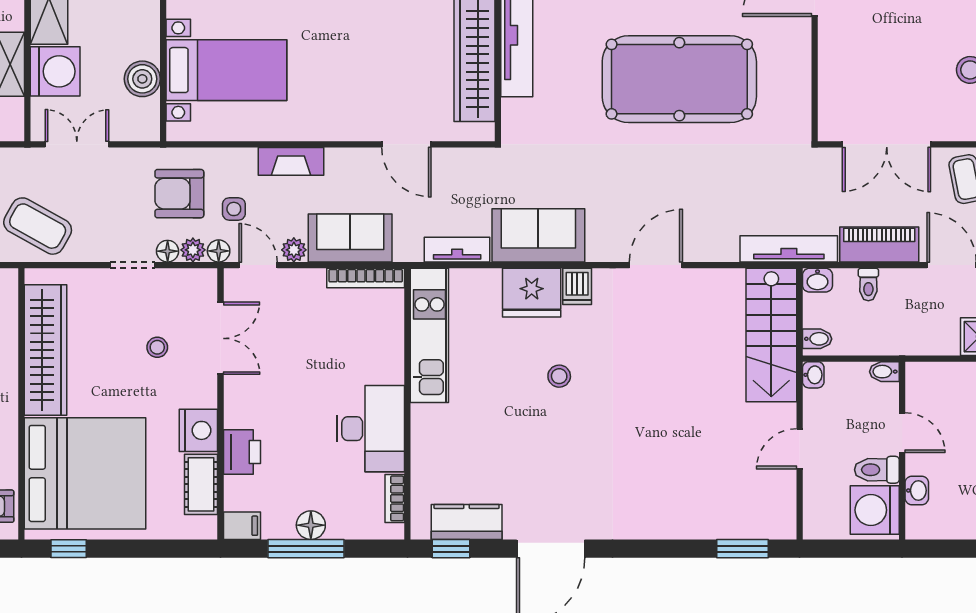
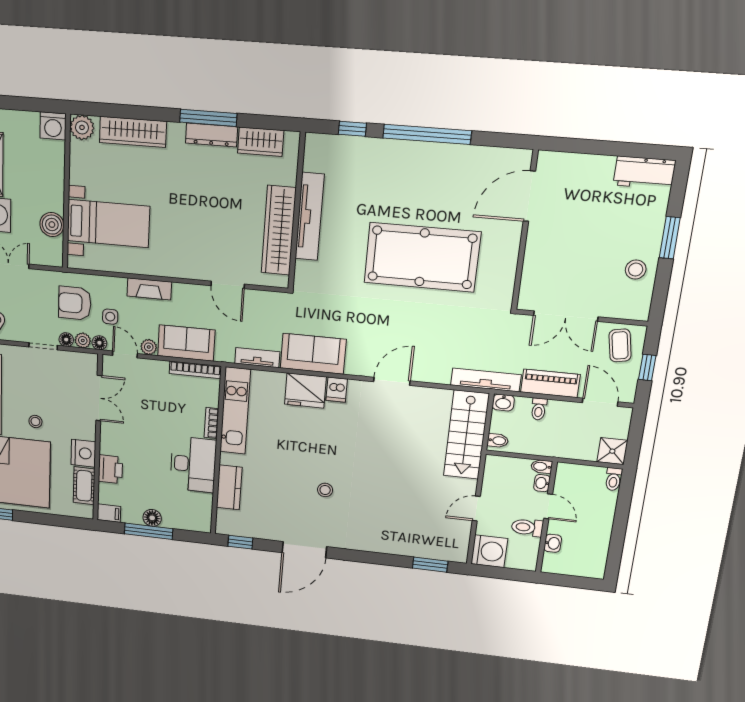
stool: (157, 347) -> (35, 422), moved
washbasin: (813, 375) -> (542, 483), moved, turned 180
stool: (559, 376) -> (325, 490), moved
bookcase: (395, 498) -> (211, 423), moved
washing machine: (875, 510) -> (489, 551), moved, turned 180
kitchen counter: (467, 522) -> (229, 487), moved, turned 90

